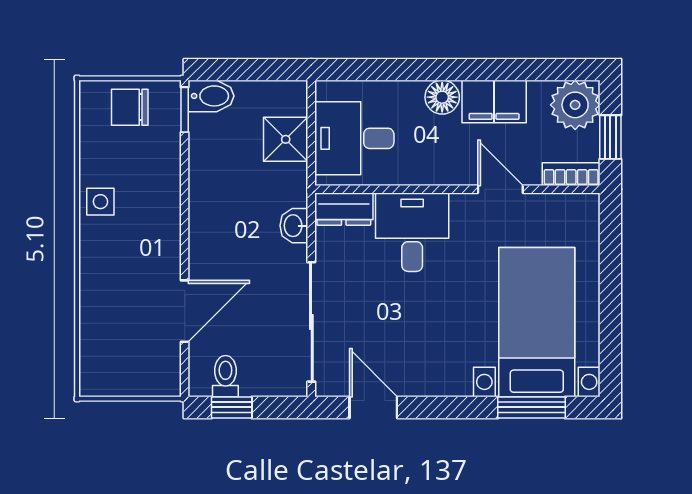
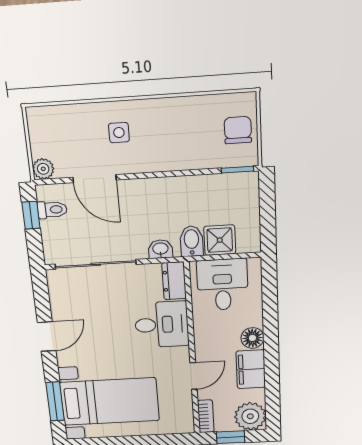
bidet: (211, 96) -> (191, 241), moved, turned 180
side table: (100, 202) -> (119, 133), moved
plant: (166, 382) -> (43, 169), added
door: (373, 407) -> (47, 337), moved

